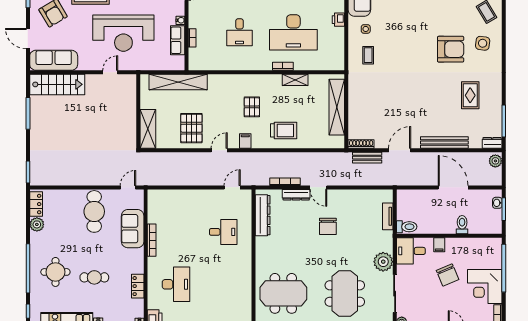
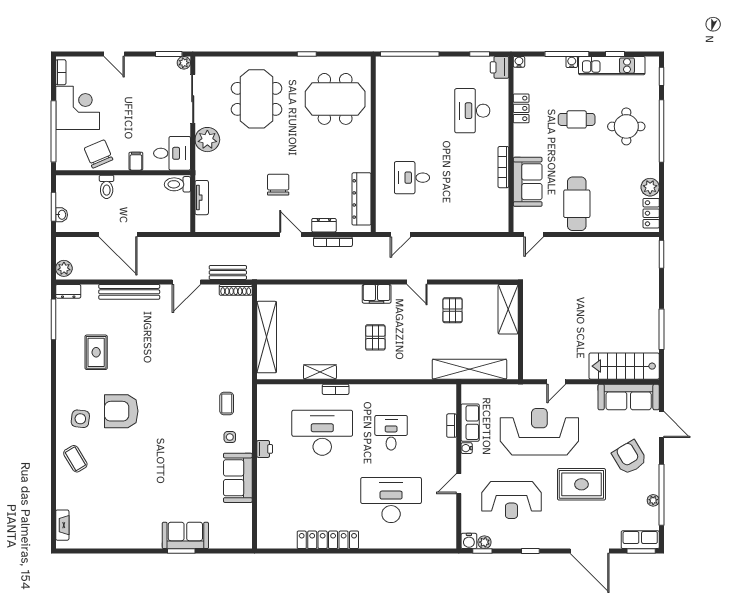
pallet: (191, 128) -> (453, 310), width x0.67, depth x0.71
trolley: (284, 130) -> (335, 307), removed
filing cabinet: (245, 141) -> (377, 294), width x2.00
door: (219, 150) -> (417, 282), hinge flipped
dresser: (296, 195) -> (324, 225), width x0.70
chair: (448, 275) -> (99, 154), moved

